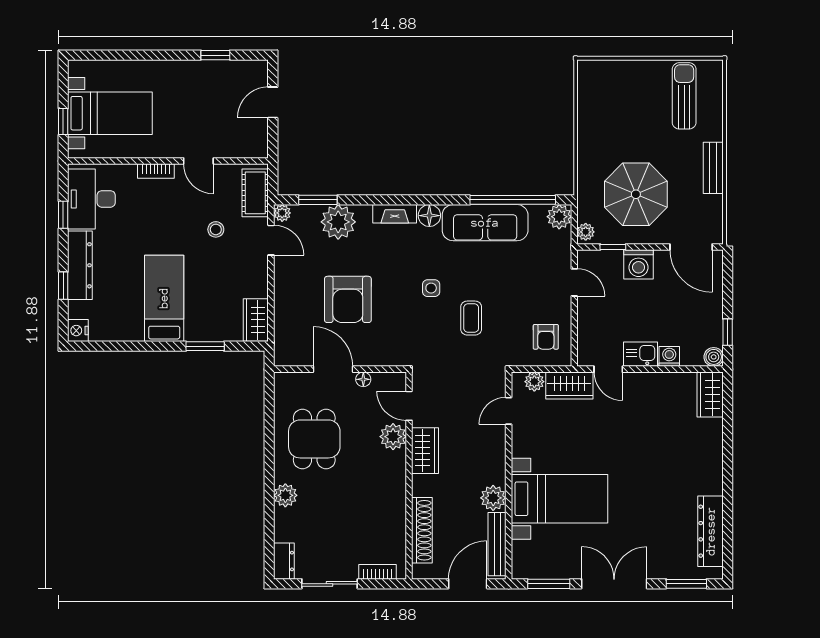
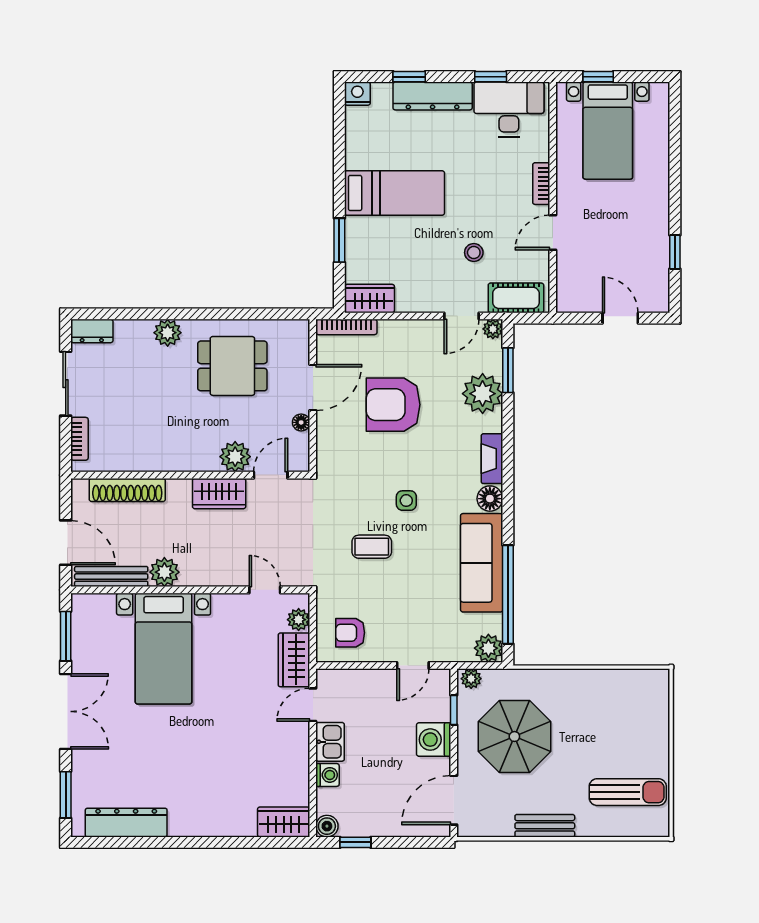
bookcase: (280, 340) -> (346, 327), added

